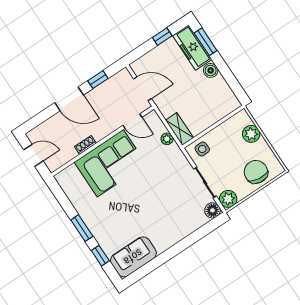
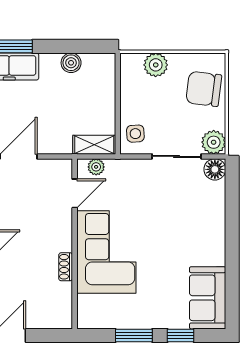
boiler: (211, 70) -> (71, 63), moved
door: (132, 121) -> (75, 193), moved
wall: (103, 141) -> (75, 244), moved
shoe rack: (85, 145) -> (66, 267), moved
corner sofa: (110, 163) -> (106, 252), moved

